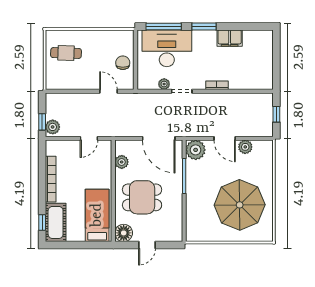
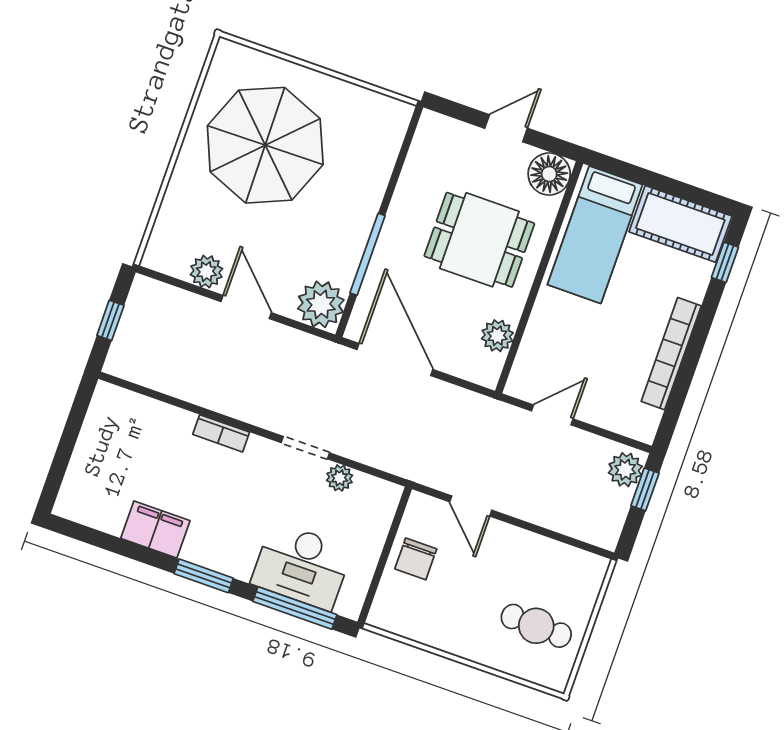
desk: (167, 48) -> (302, 566), width x0.73, depth x0.77
cot: (56, 222) -> (680, 224), moved, turned 90

